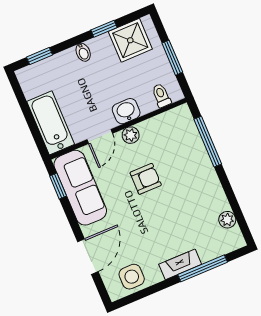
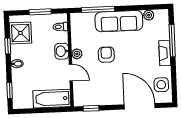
sofa: (80, 188) -> (119, 21), moved, turned 180
door: (88, 257) -> (140, 106), width x1.36

